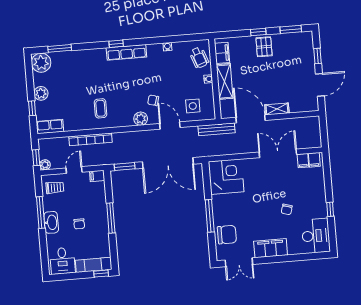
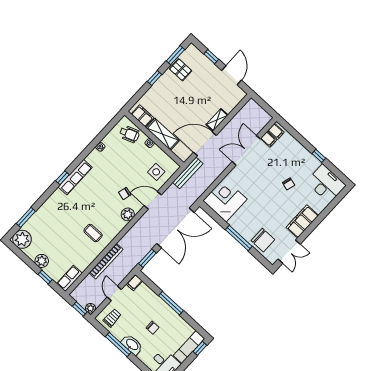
pallet: (264, 47) -> (181, 70), moved
chair: (227, 235) -> (263, 240), turned 90

